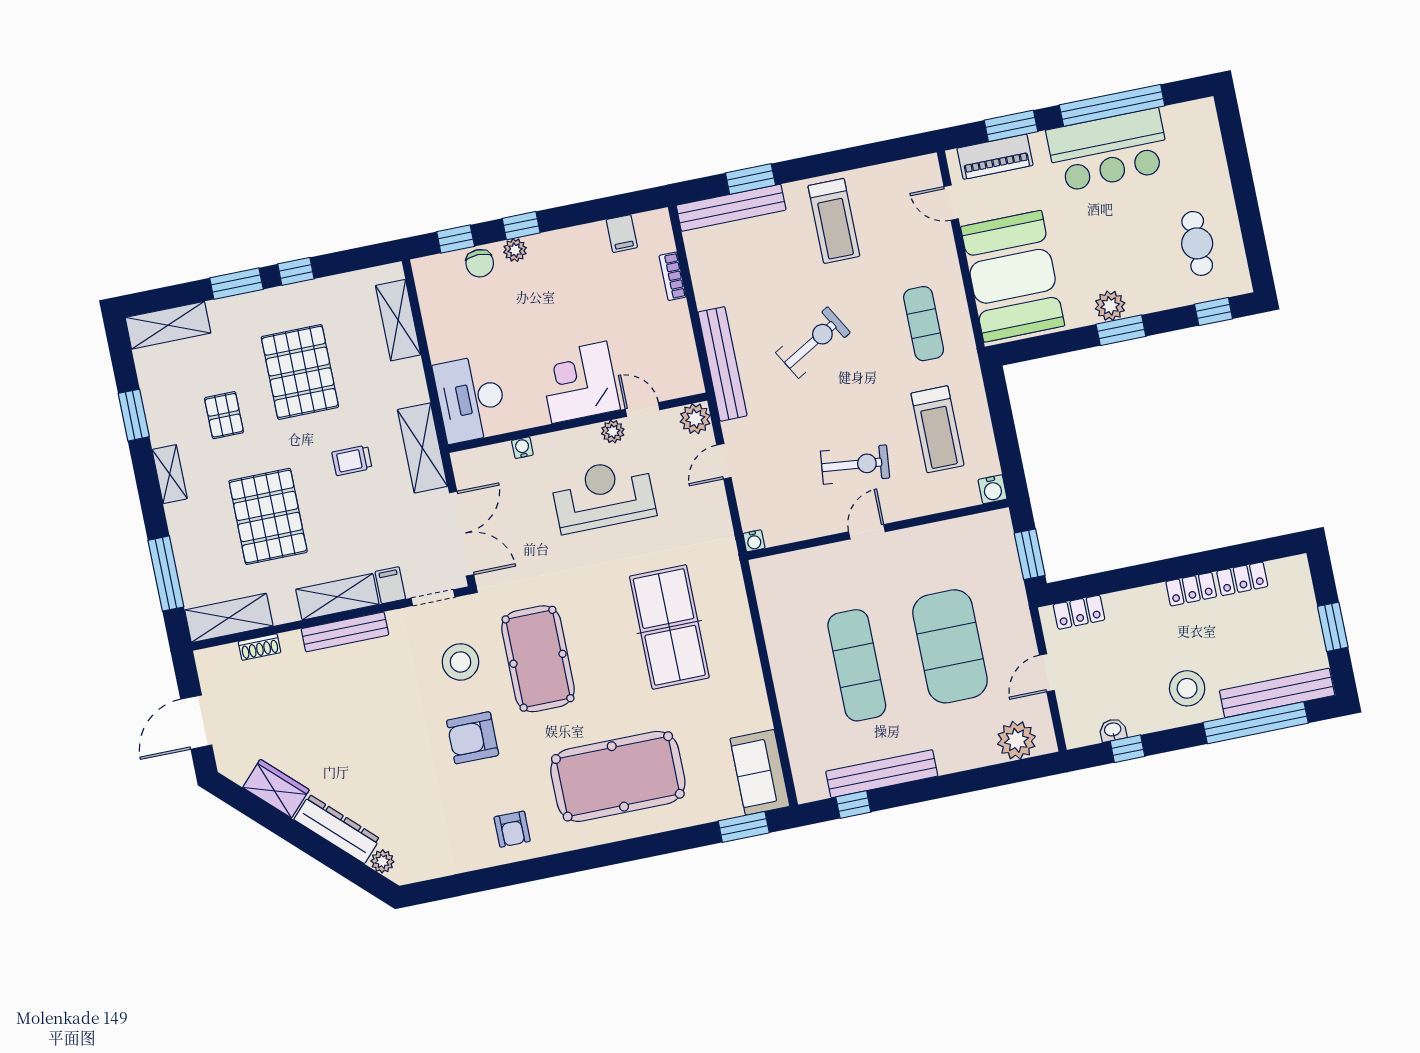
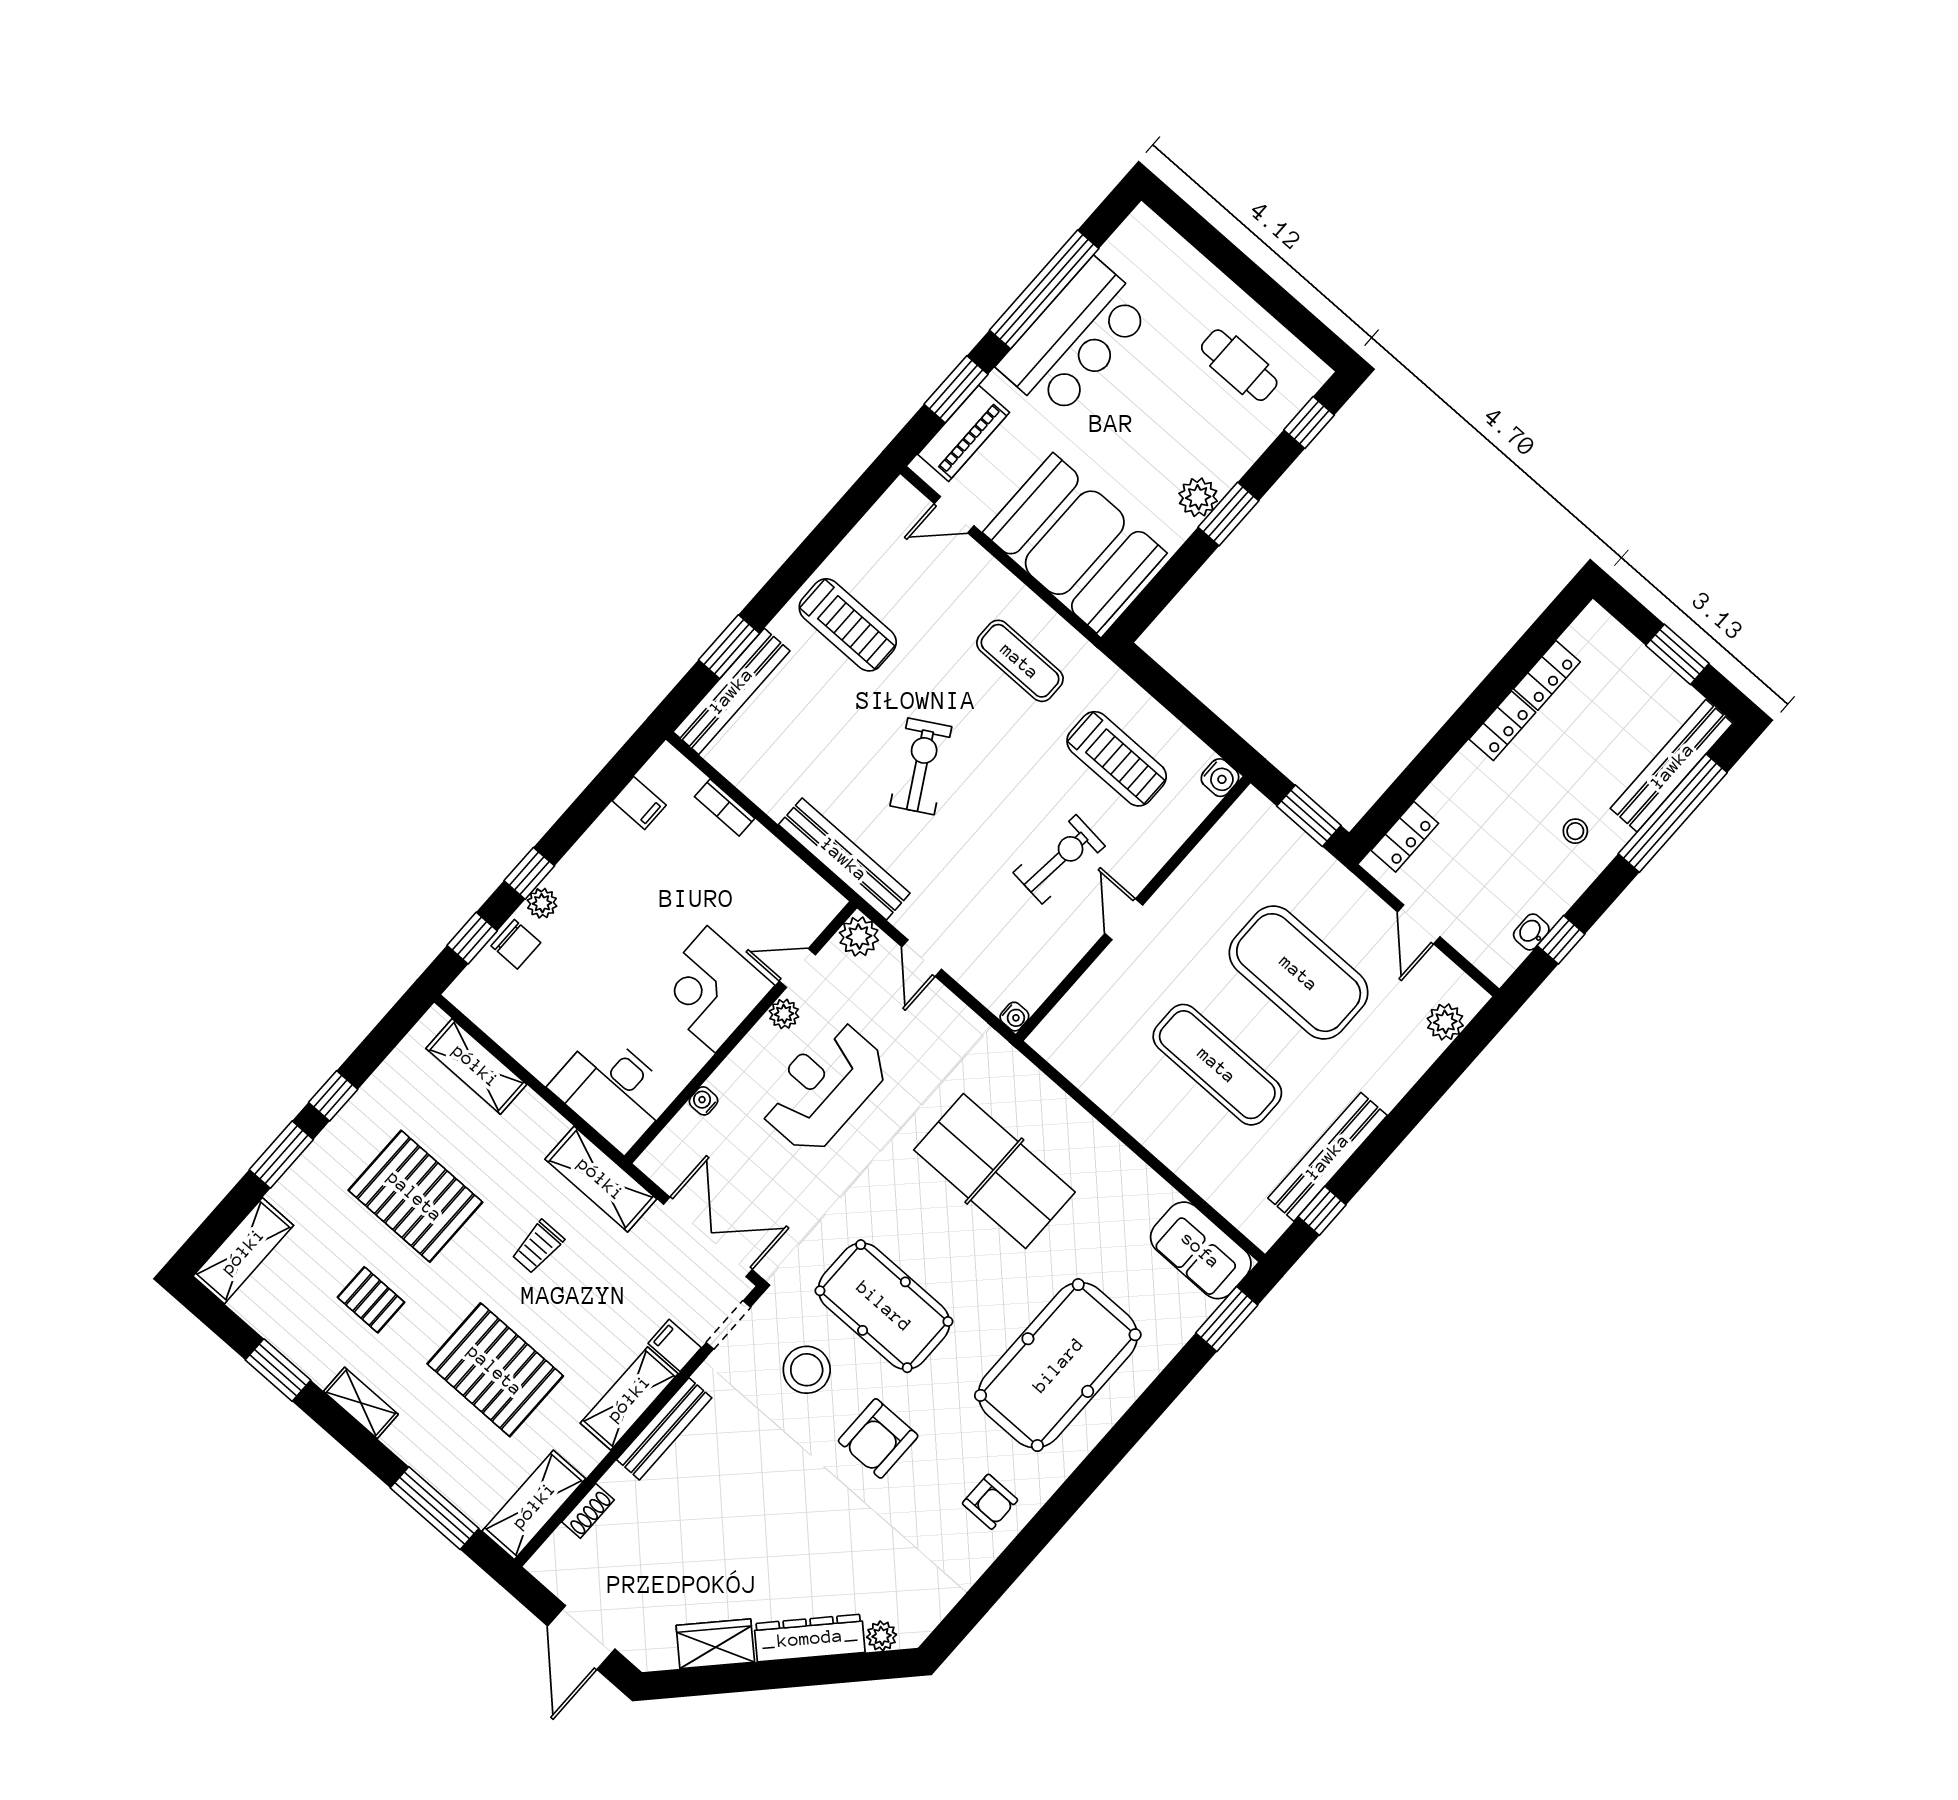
stool: (1187, 688) -> (1575, 831), width x0.53, depth x0.53
plant: (1017, 740) -> (1445, 1022), width x0.73, depth x0.73

